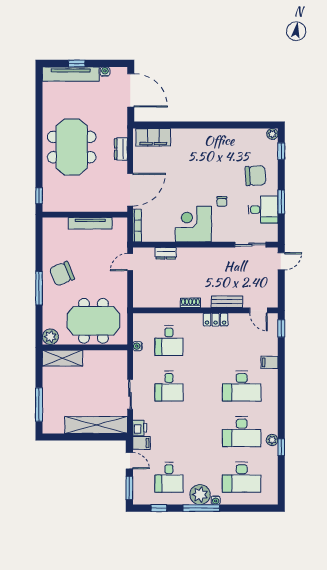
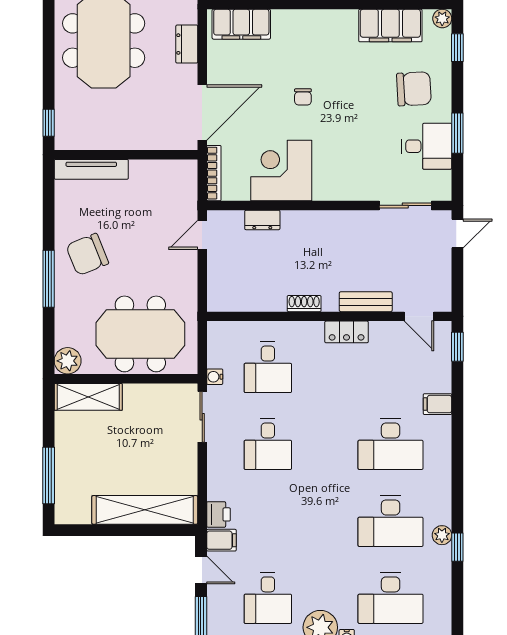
filing cabinet: (242, 138) -> (390, 26), added
chair: (222, 201) -> (303, 97), moved
tv unit: (90, 223) -> (91, 169), moved
corner desk: (193, 224) -> (281, 171), moved
sliding door: (130, 394) -> (202, 417), moved

